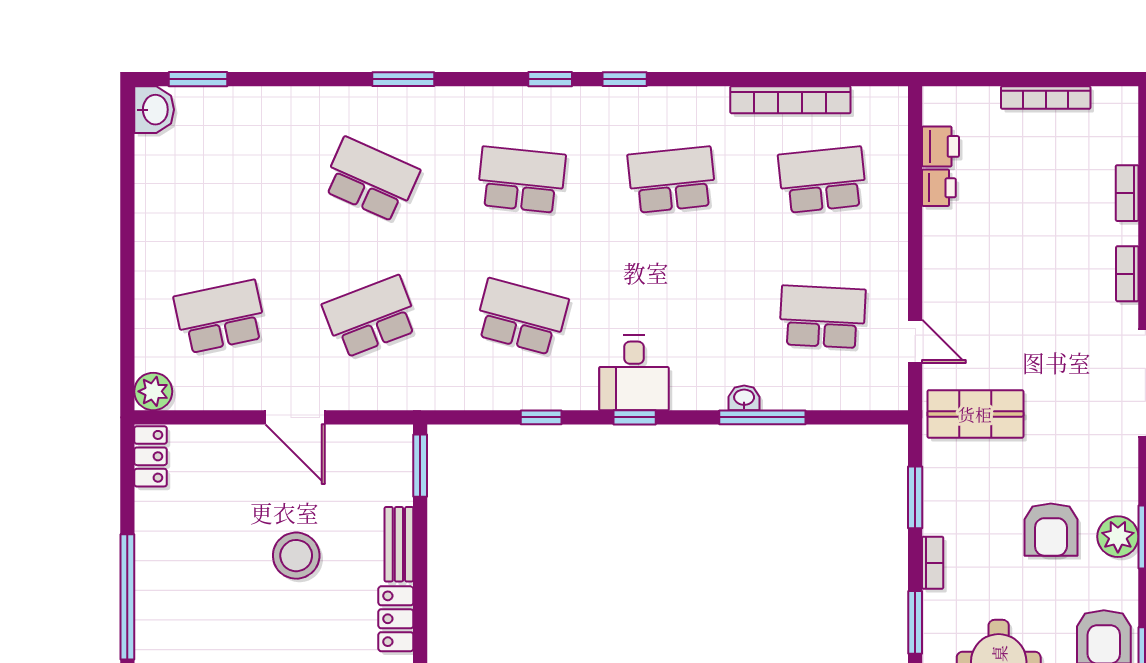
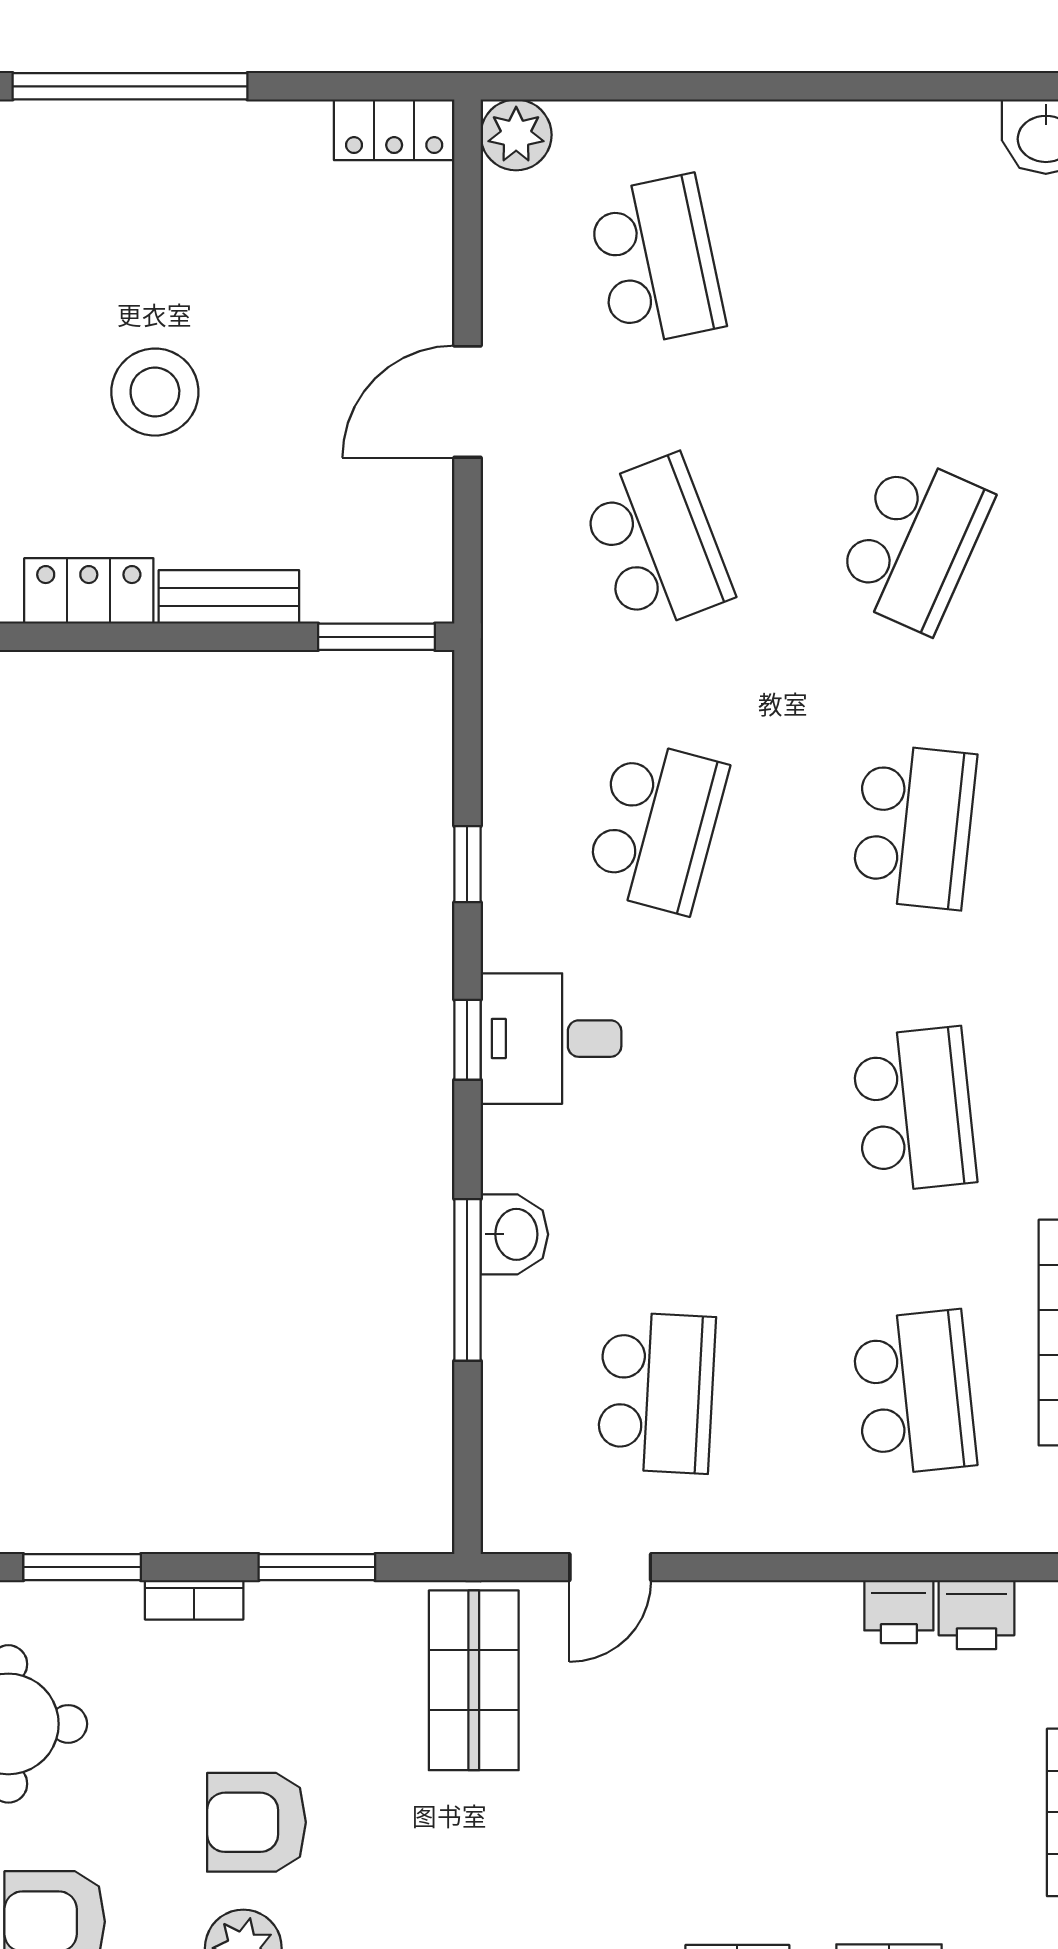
washbasin: (744, 398) -> (514, 1234), width x1.38, depth x1.45
stool: (296, 556) -> (155, 392), moved

